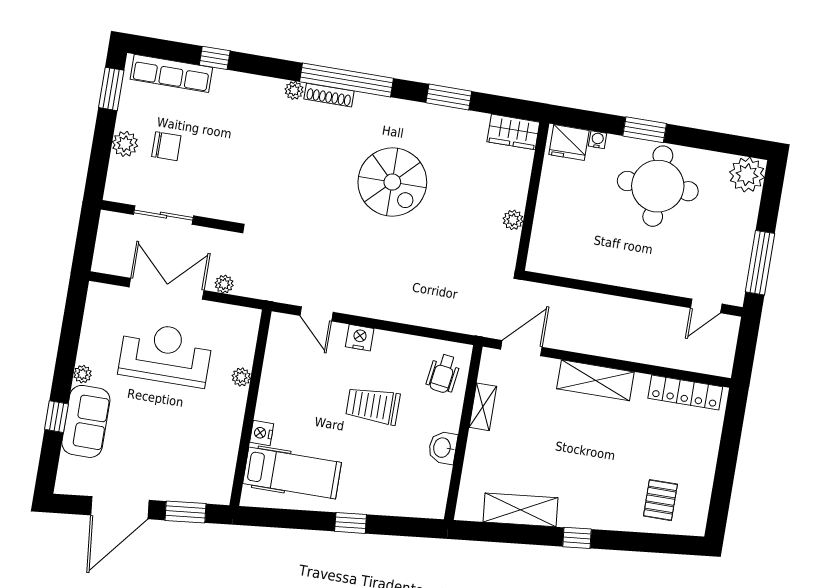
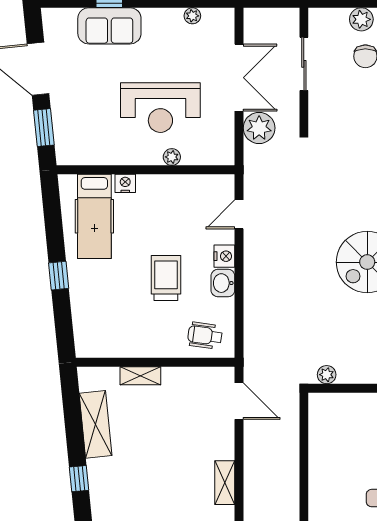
plant: (513, 220) -> (327, 375), moved
plant: (224, 284) -> (259, 128), width x1.88, depth x1.88
reception desk: (165, 354) -> (160, 108), moved, turned 90
plant: (83, 374) -> (192, 16), moved
shelving: (595, 380) -> (225, 483), width x0.67, depth x0.75
shelving: (483, 407) -> (140, 376), moved
washbasin: (443, 448) -> (223, 283), moved, turned -90

